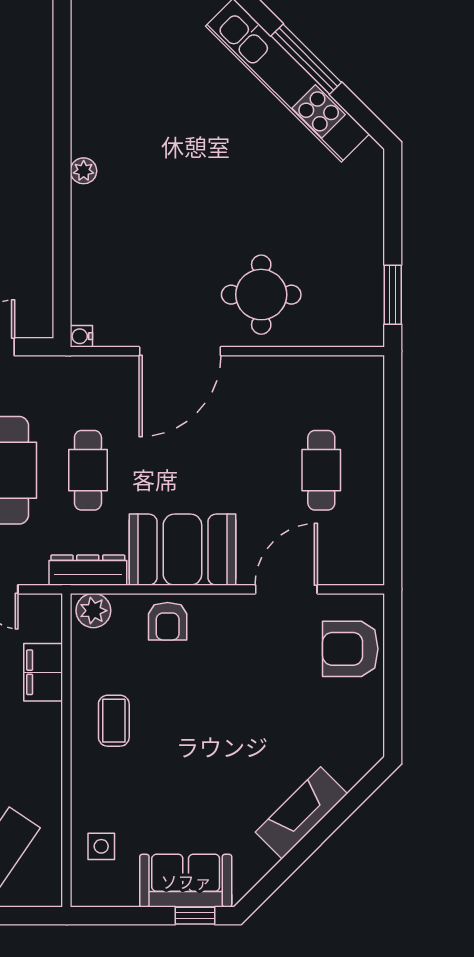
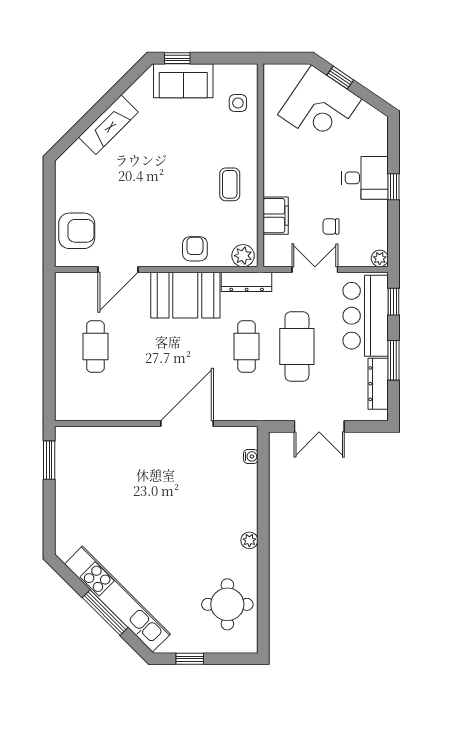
round table: (261, 295) -> (227, 604), moved
water cooler: (81, 336) -> (251, 456), moved

